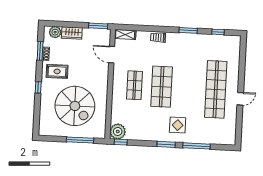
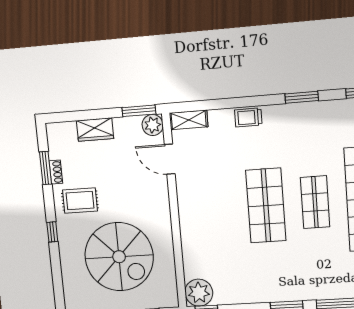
plant: (55, 32) -> (153, 125), moved
shop shelf: (135, 85) -> (315, 202), moved
display table: (178, 125) -> (303, 270), removed

